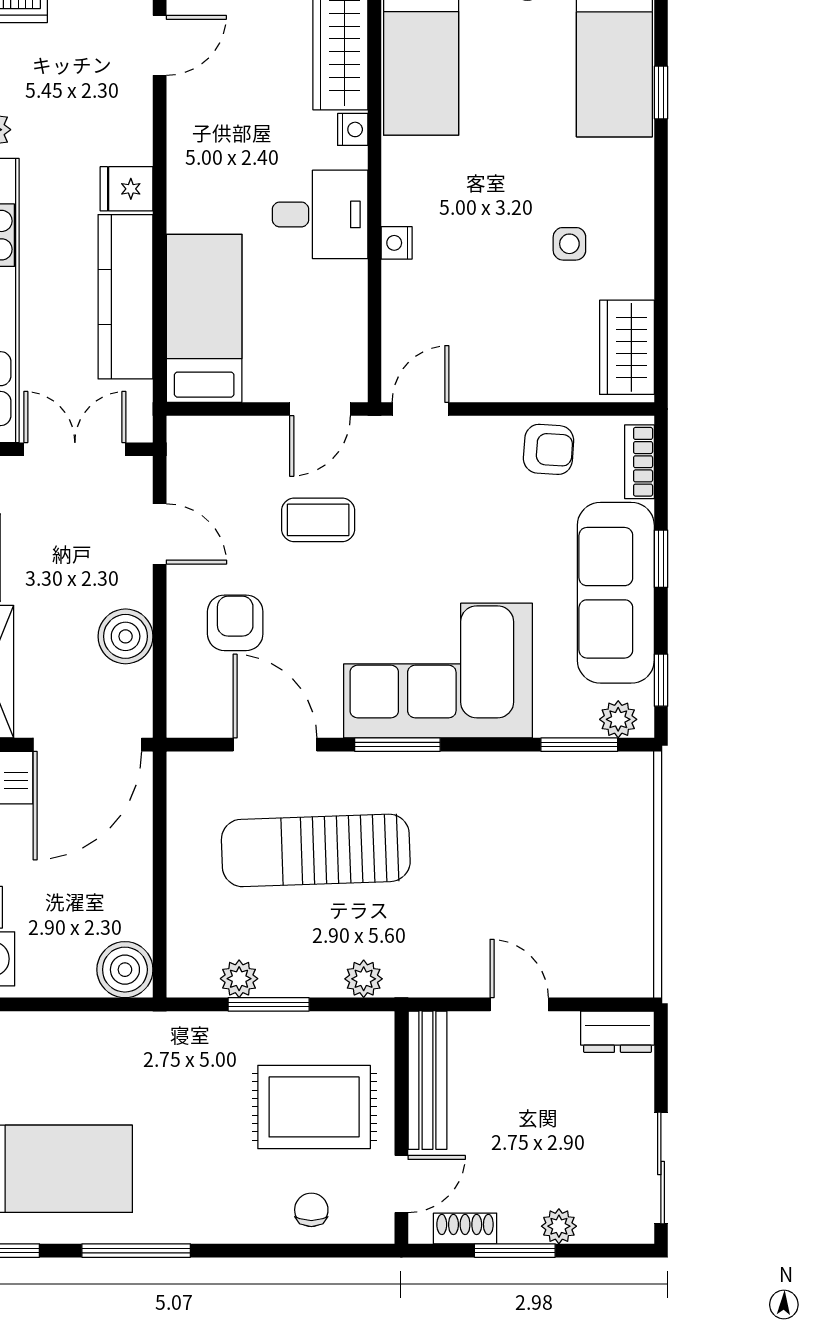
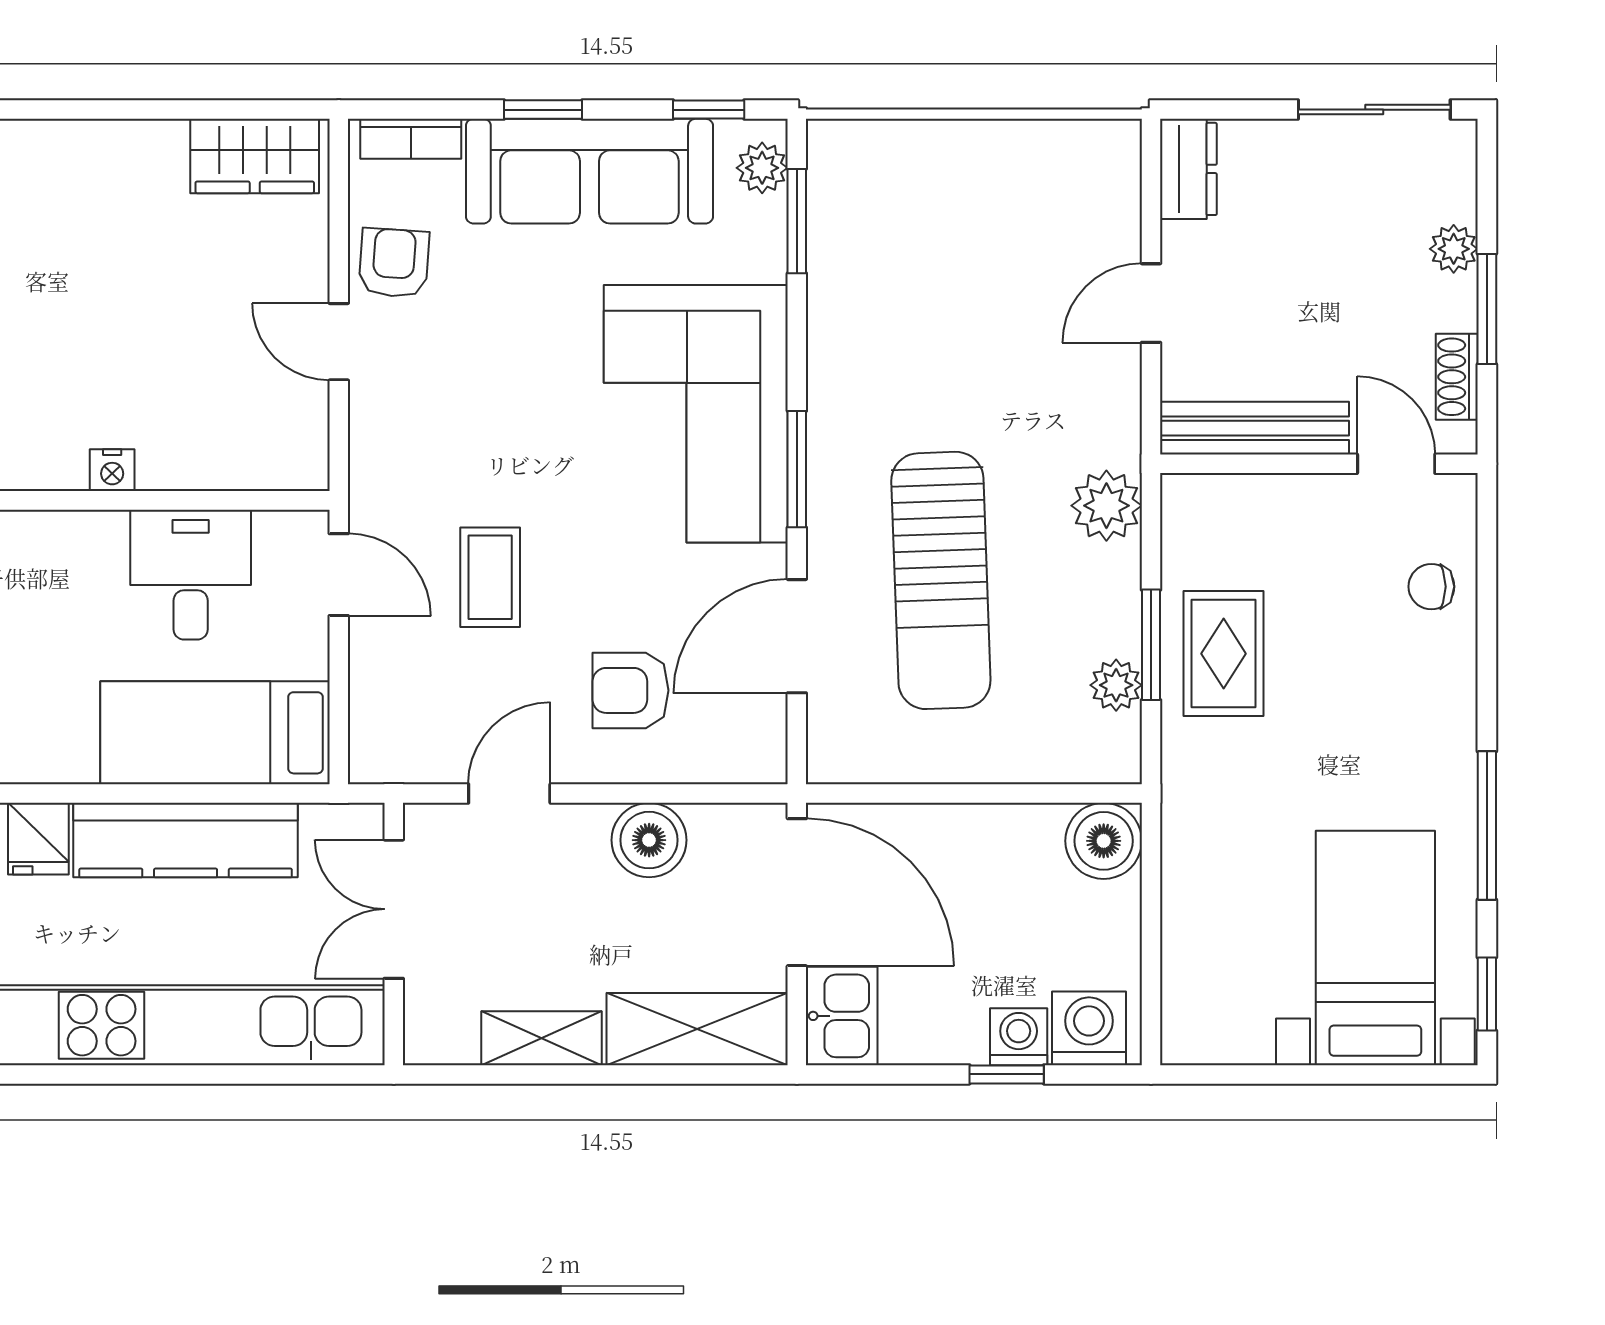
desk: (320, 214) -> (191, 575), moved
side table: (569, 244) -> (113, 234), removed
door: (420, 409) -> (339, 342), moved
plant: (364, 979) -> (1106, 506), width x1.38, depth x1.38
rug: (314, 1107) -> (1224, 654), moved, width x0.73, depth x0.70

